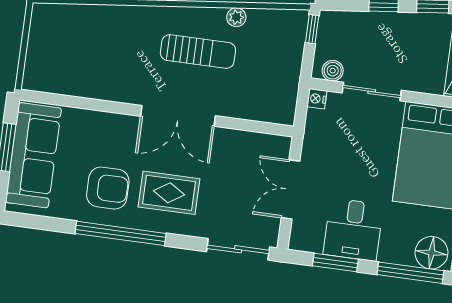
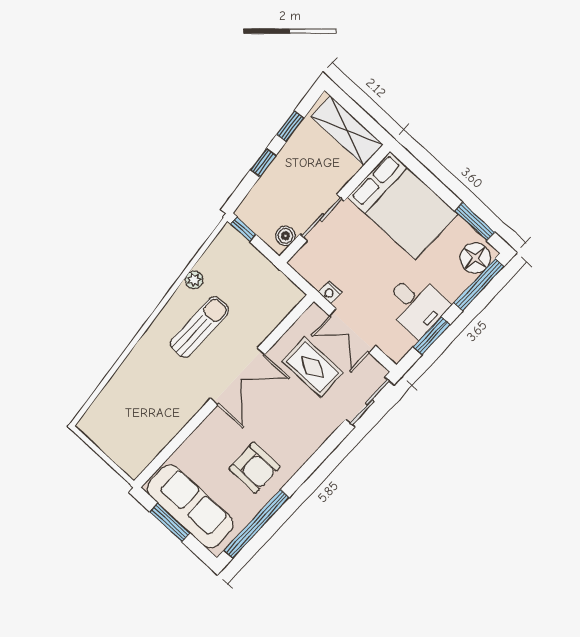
nightstand: (317, 99) -> (330, 292), moved
armchair: (108, 188) -> (254, 468), turned 90
rug: (169, 193) -> (313, 367), moved, turned 90
window: (121, 233) -> (257, 524), moved

